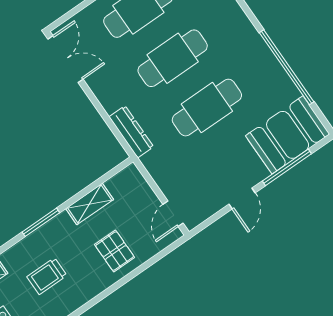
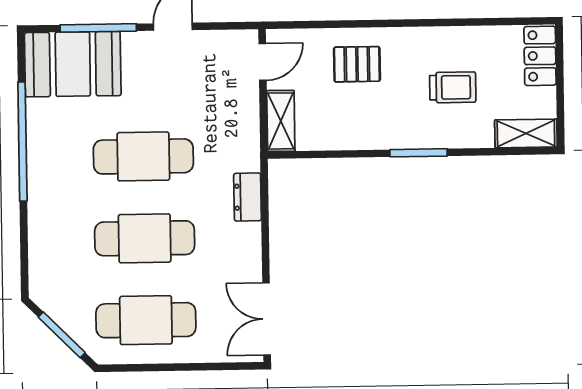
dresser: (131, 132) -> (248, 197), width x0.70
shelving: (90, 204) -> (281, 121), moved, turned 90
pallet: (115, 251) -> (357, 64), turned 90

